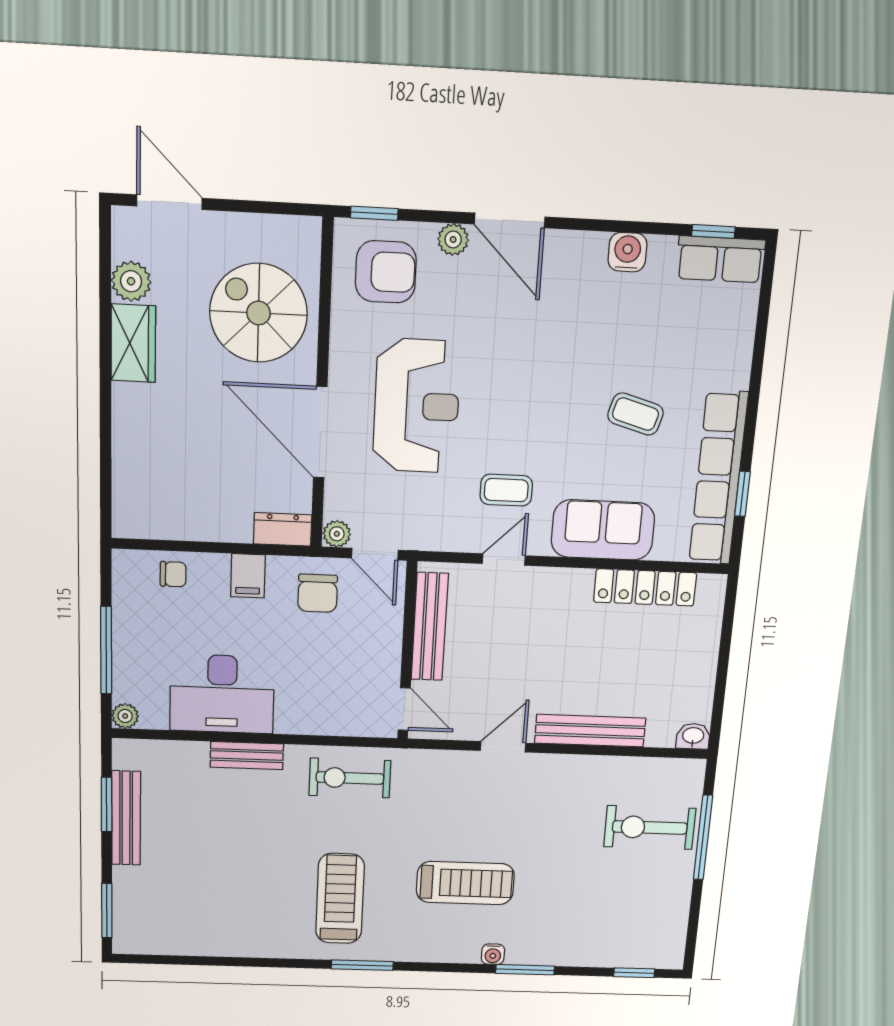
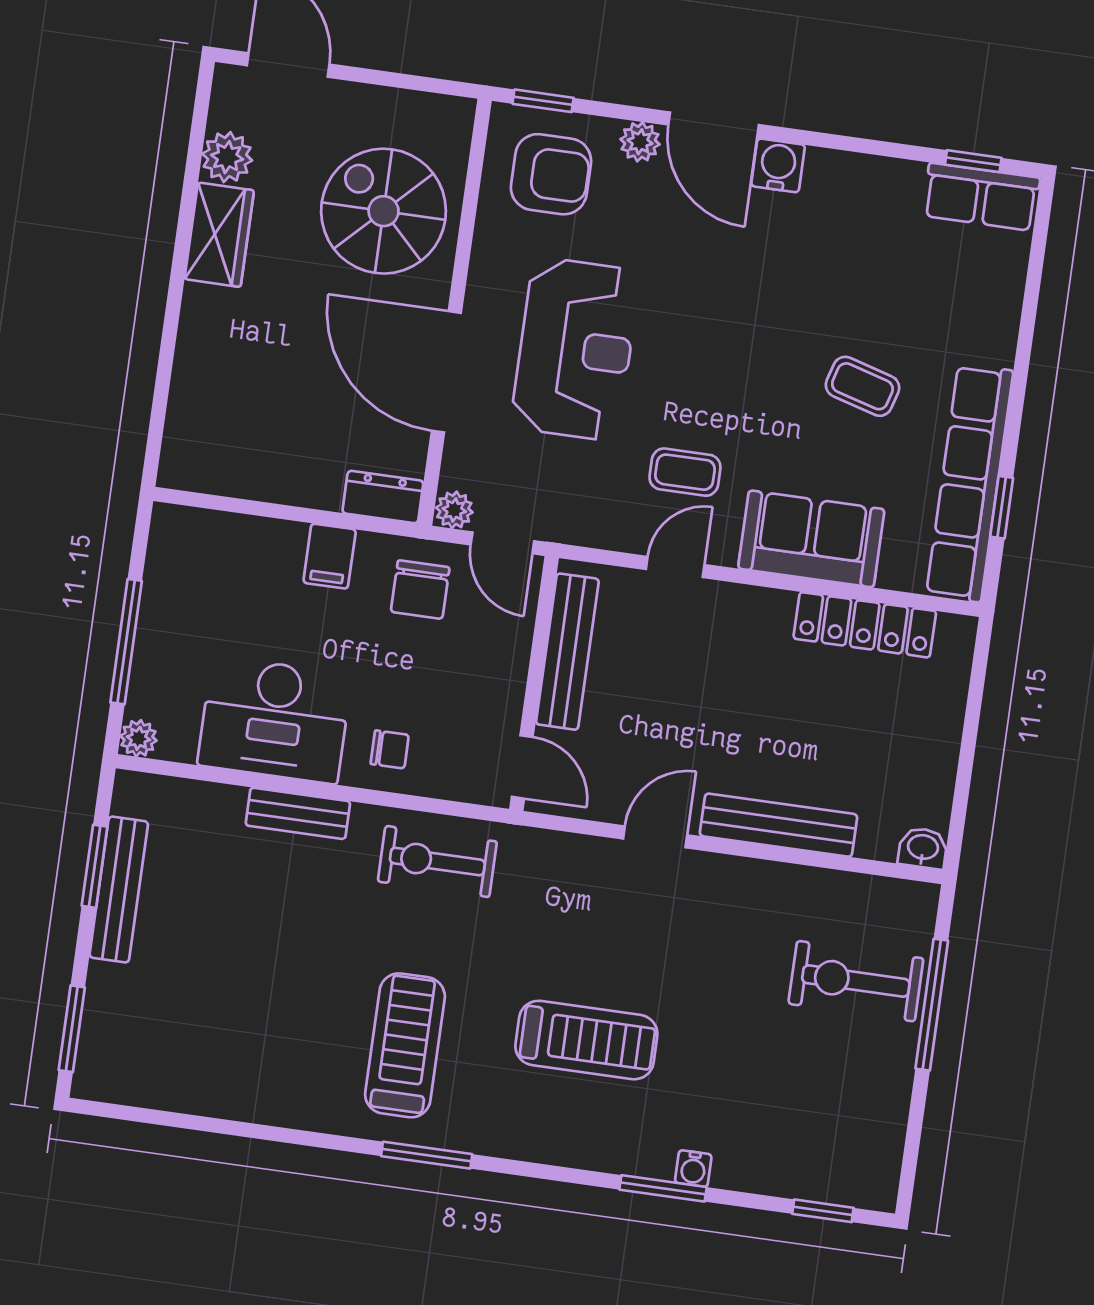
water cooler: (627, 252) -> (778, 165), moved
chair: (173, 574) -> (390, 749), moved
water cooler: (493, 954) -> (693, 1169), moved

